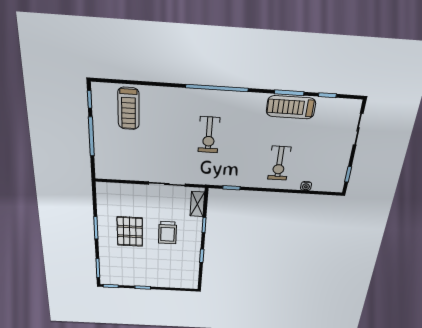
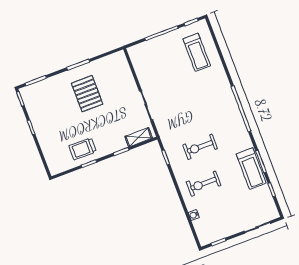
treadmill: (291, 107) -> (251, 169), turned 180
treadmill: (129, 109) -> (197, 52), turned -90
exercise bike: (209, 135) -> (200, 147), moved
pallet: (130, 232) -> (87, 94), turned 90
trolley: (168, 233) -> (83, 149), moved

